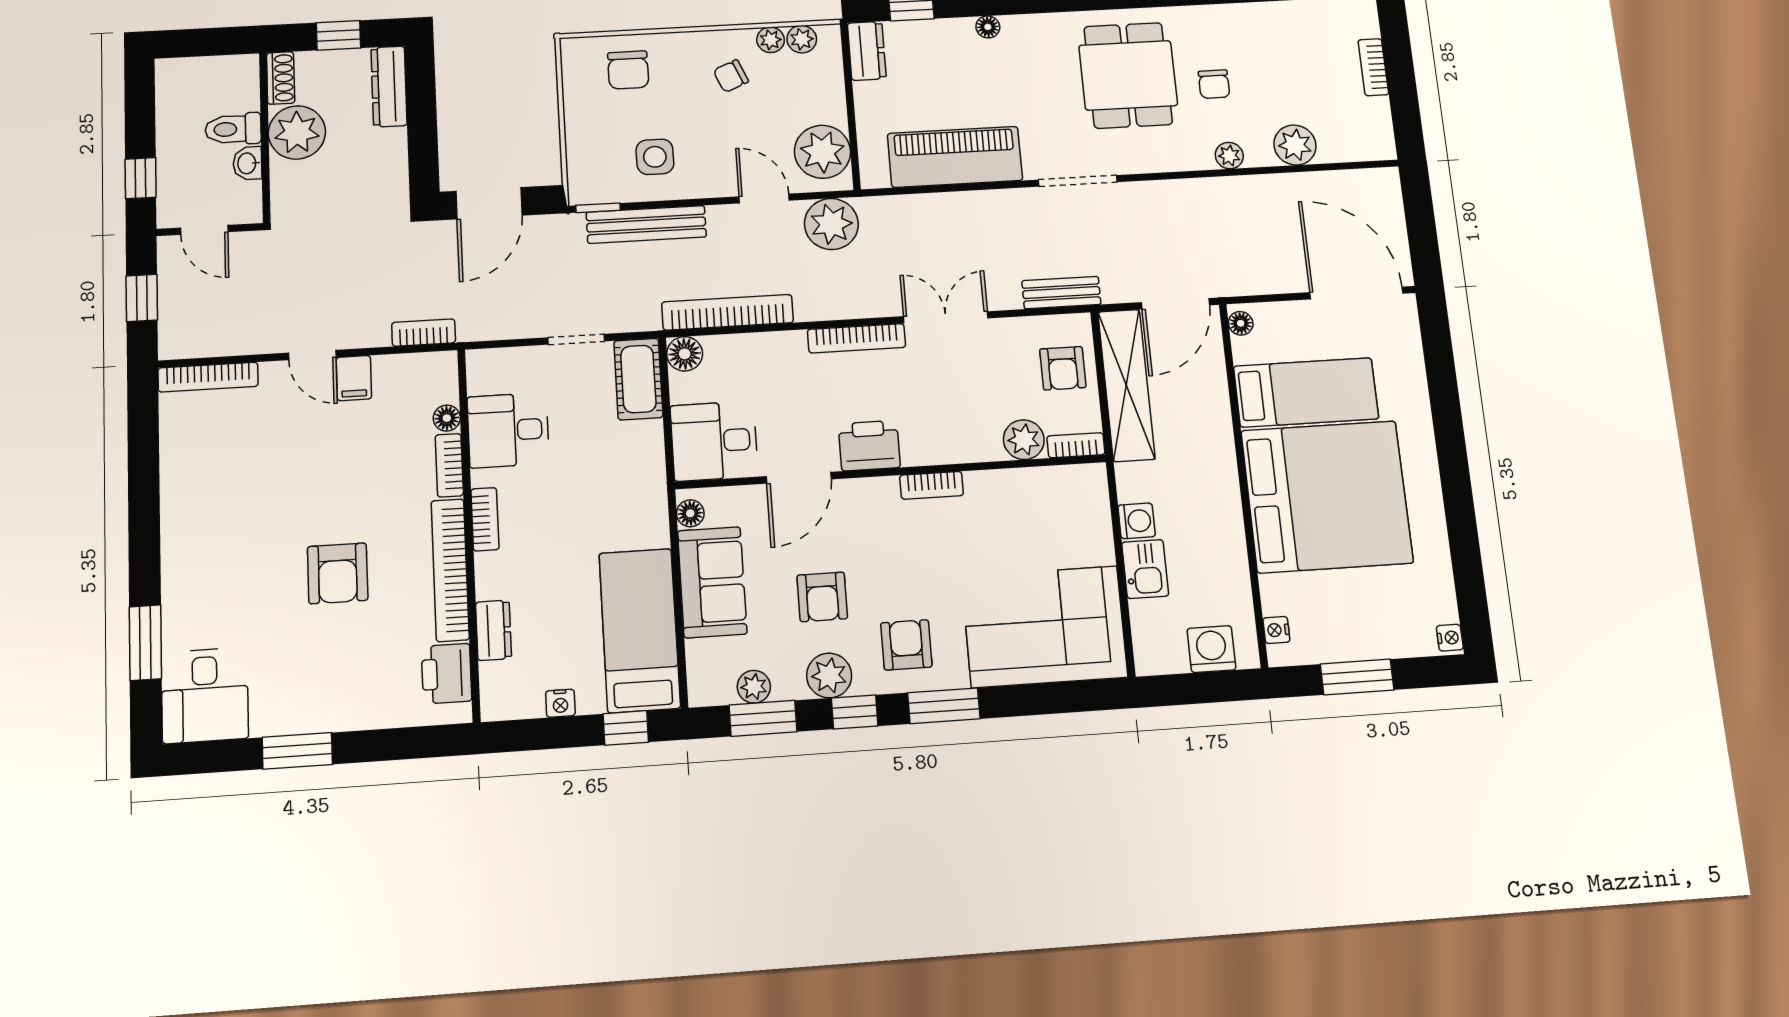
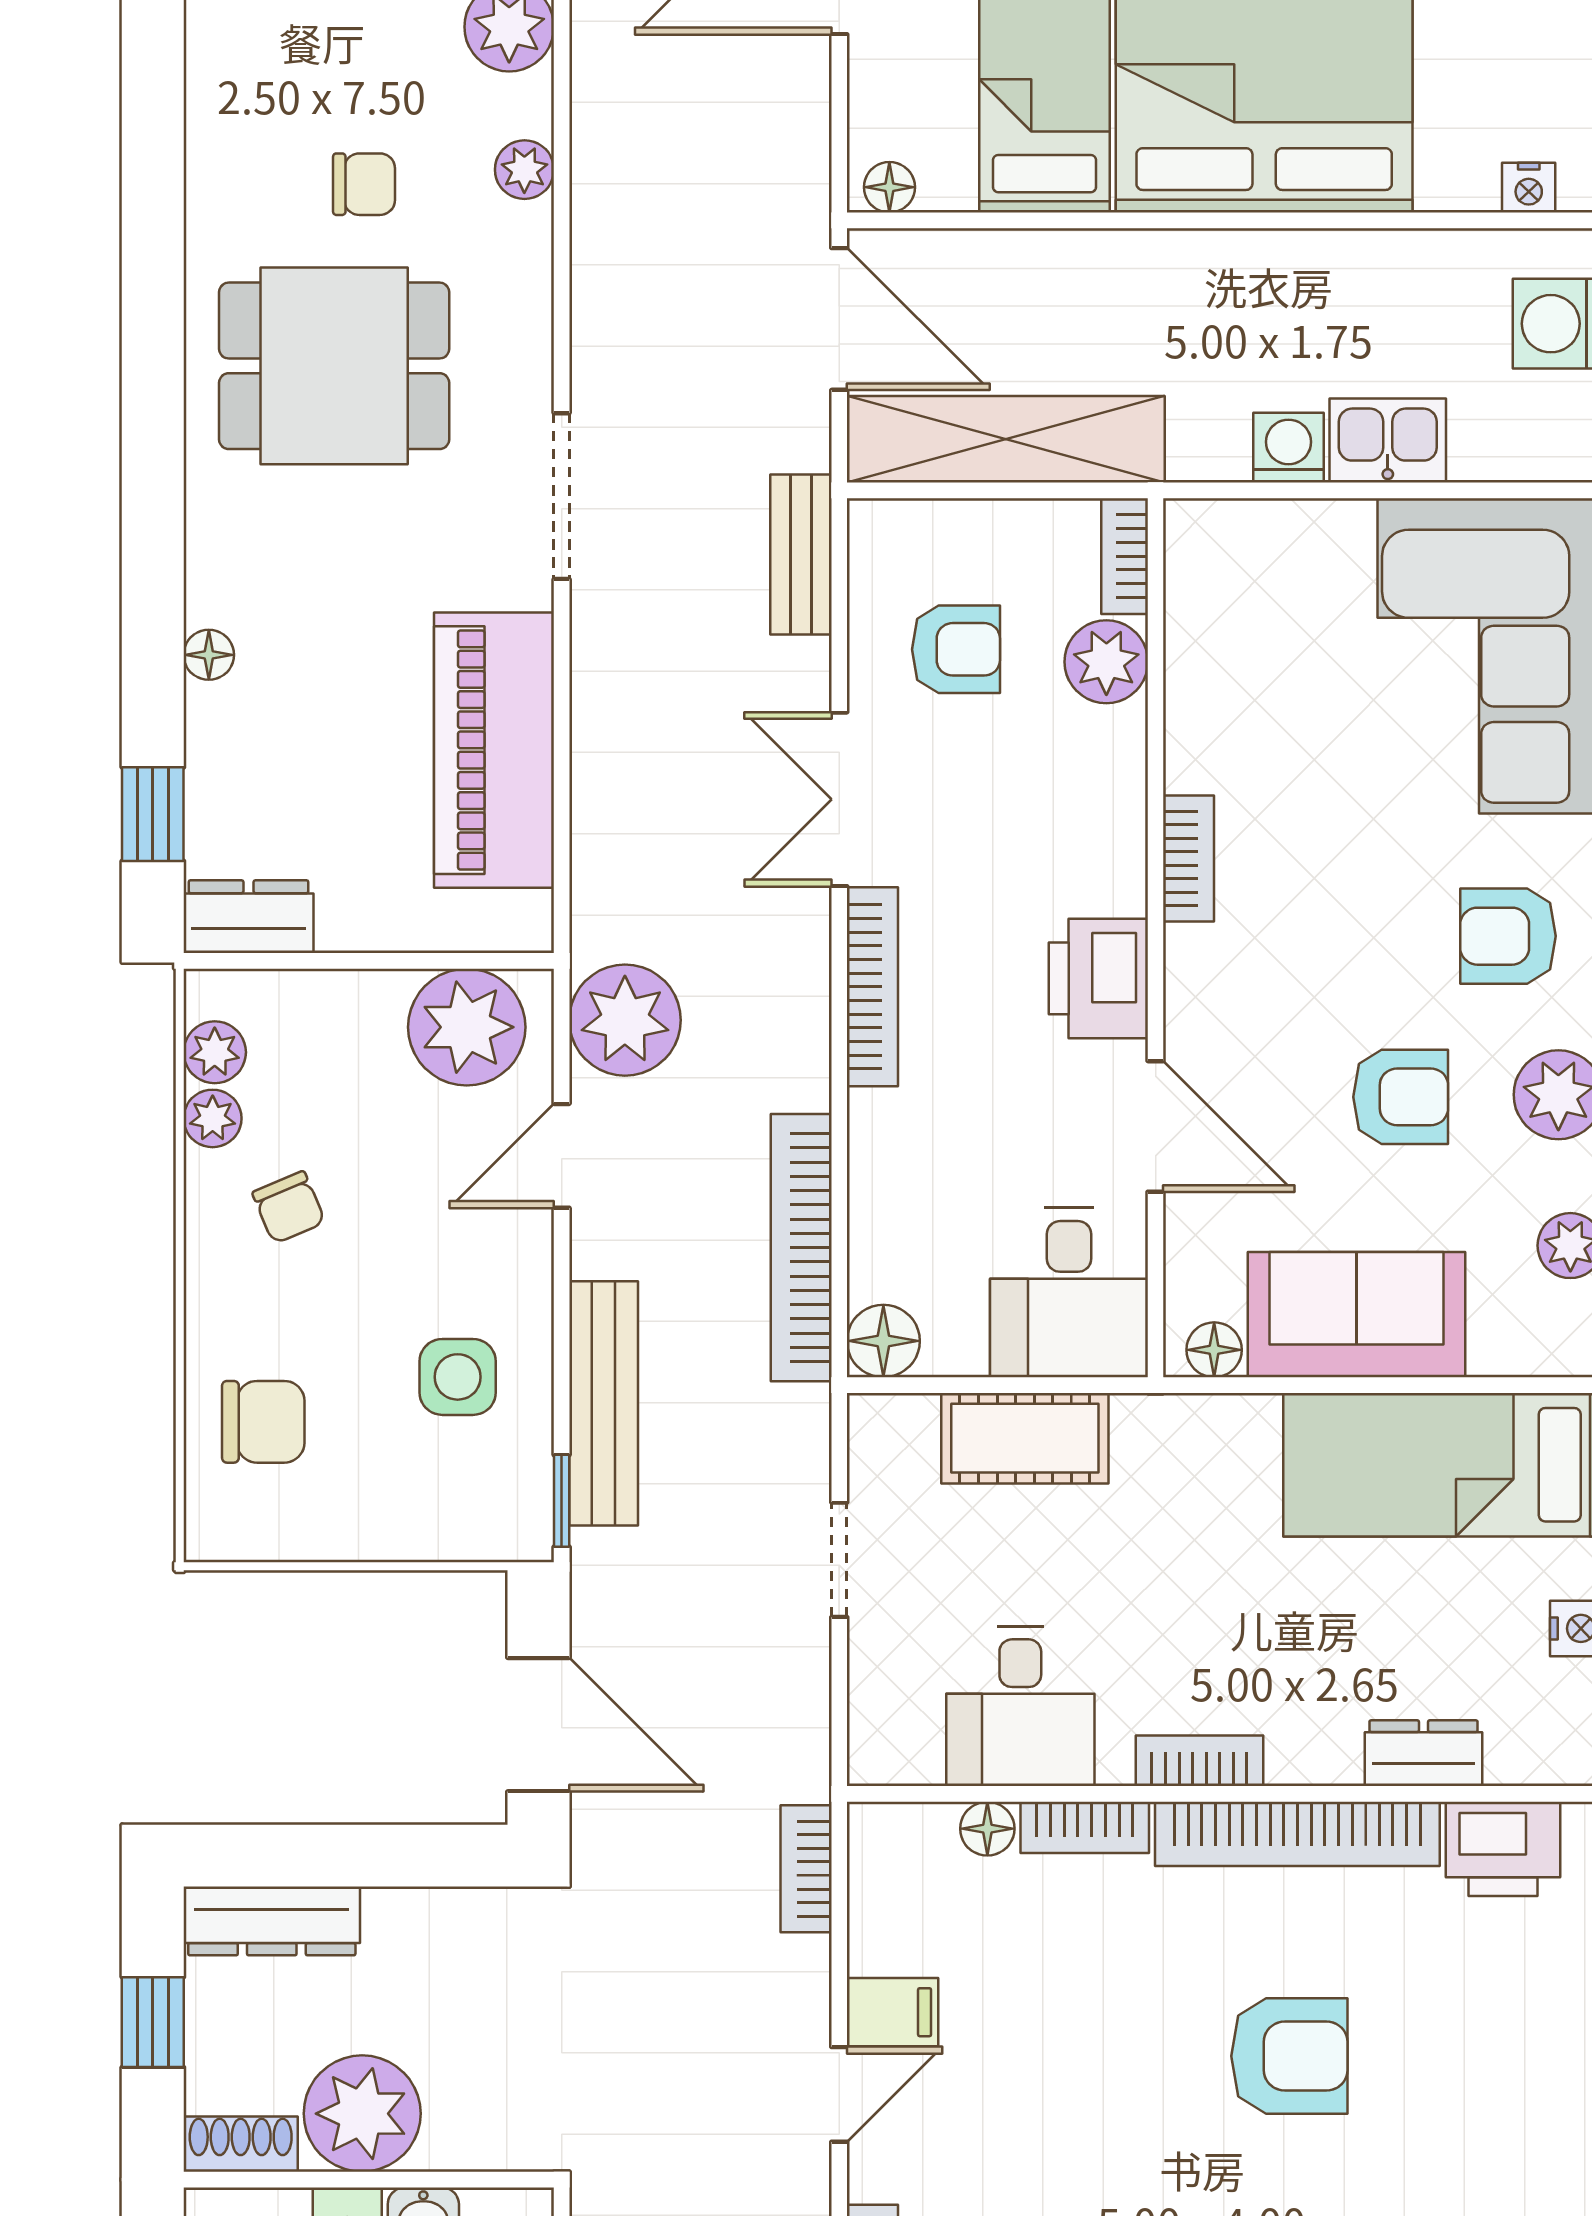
armchair: (1063, 368) -> (956, 649), moved
cot: (638, 379) -> (1025, 1438), moved

